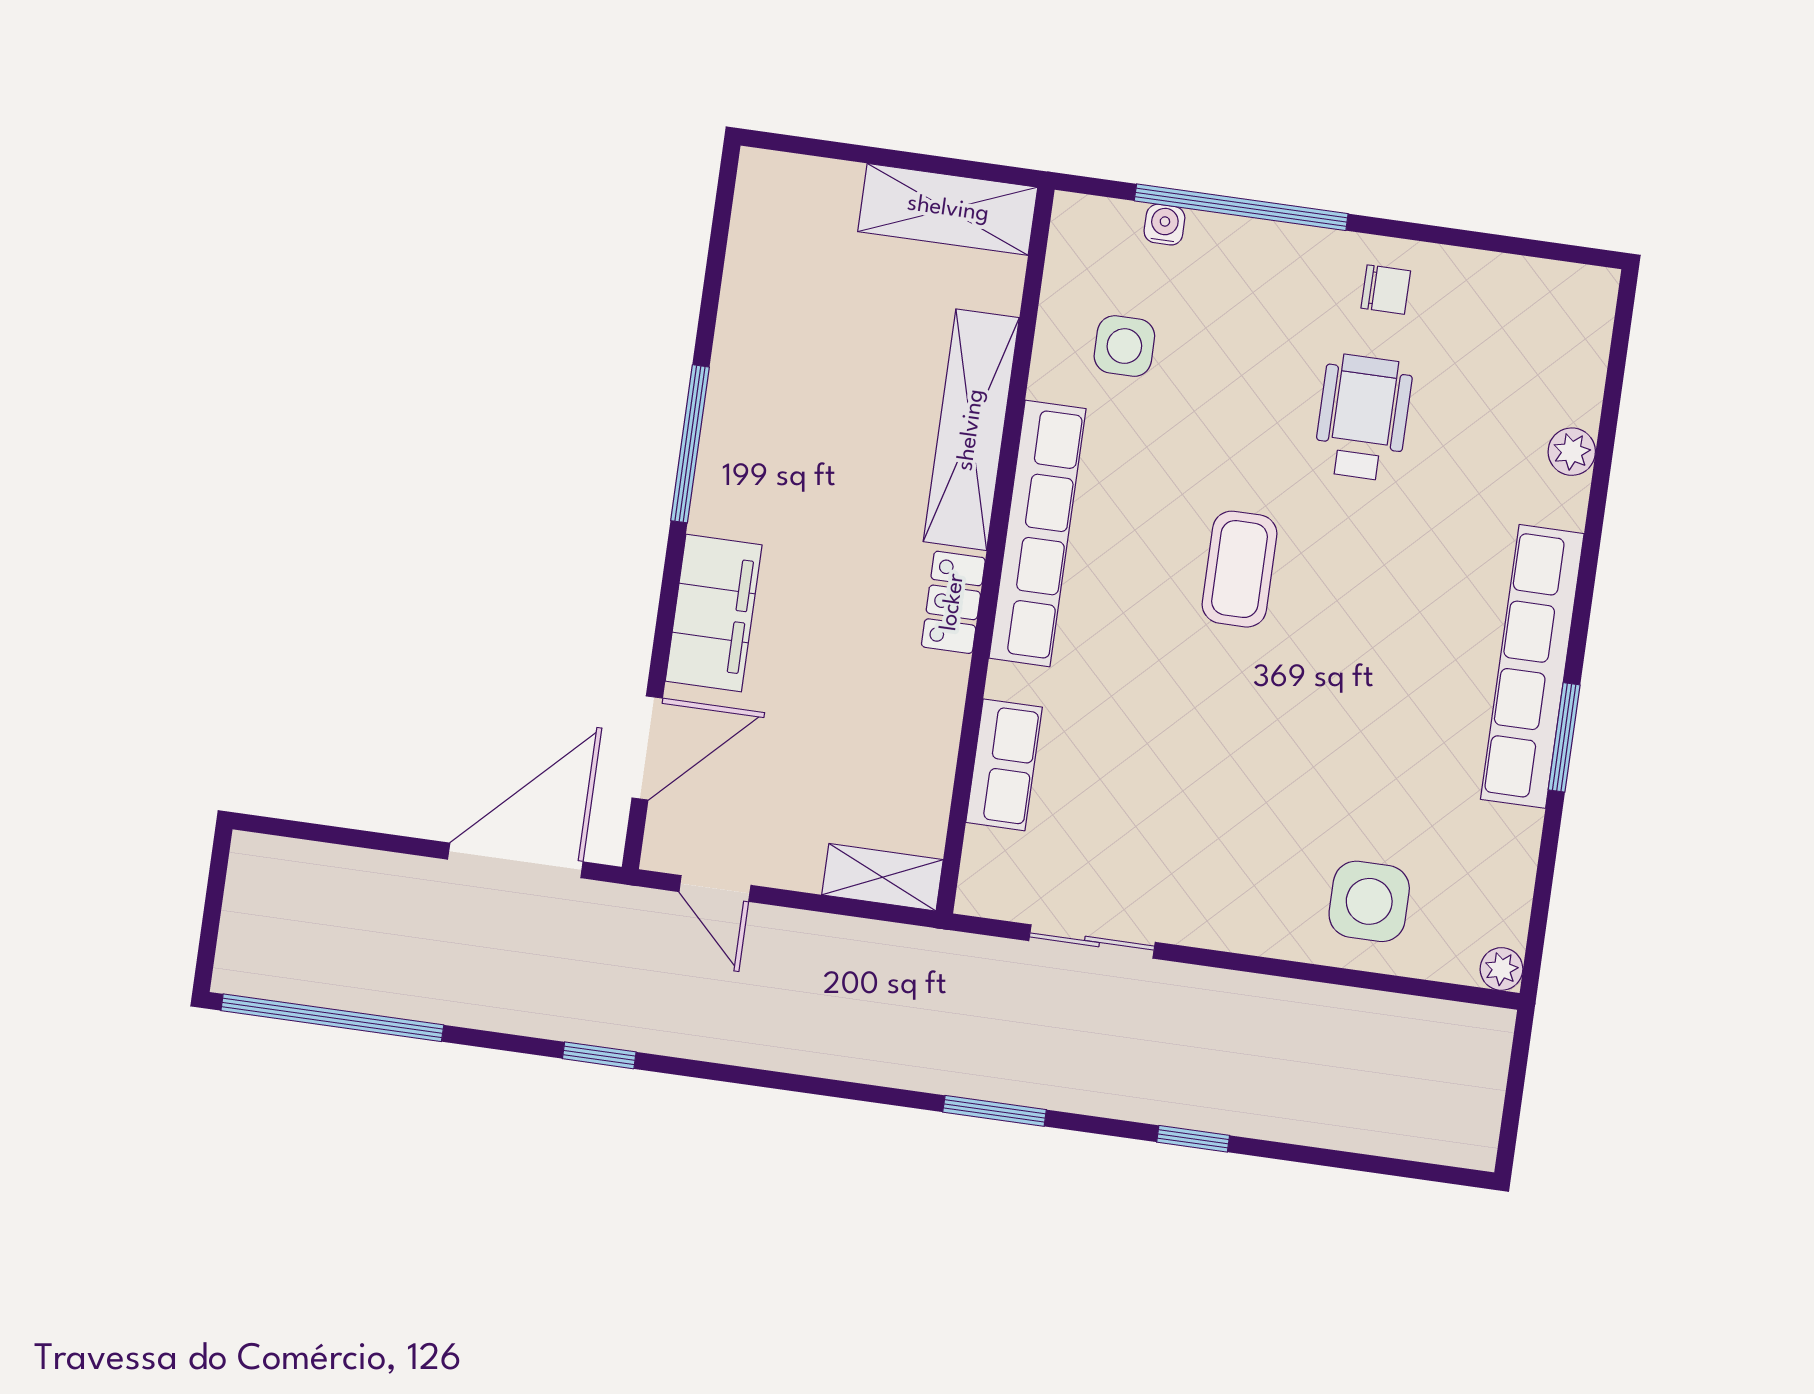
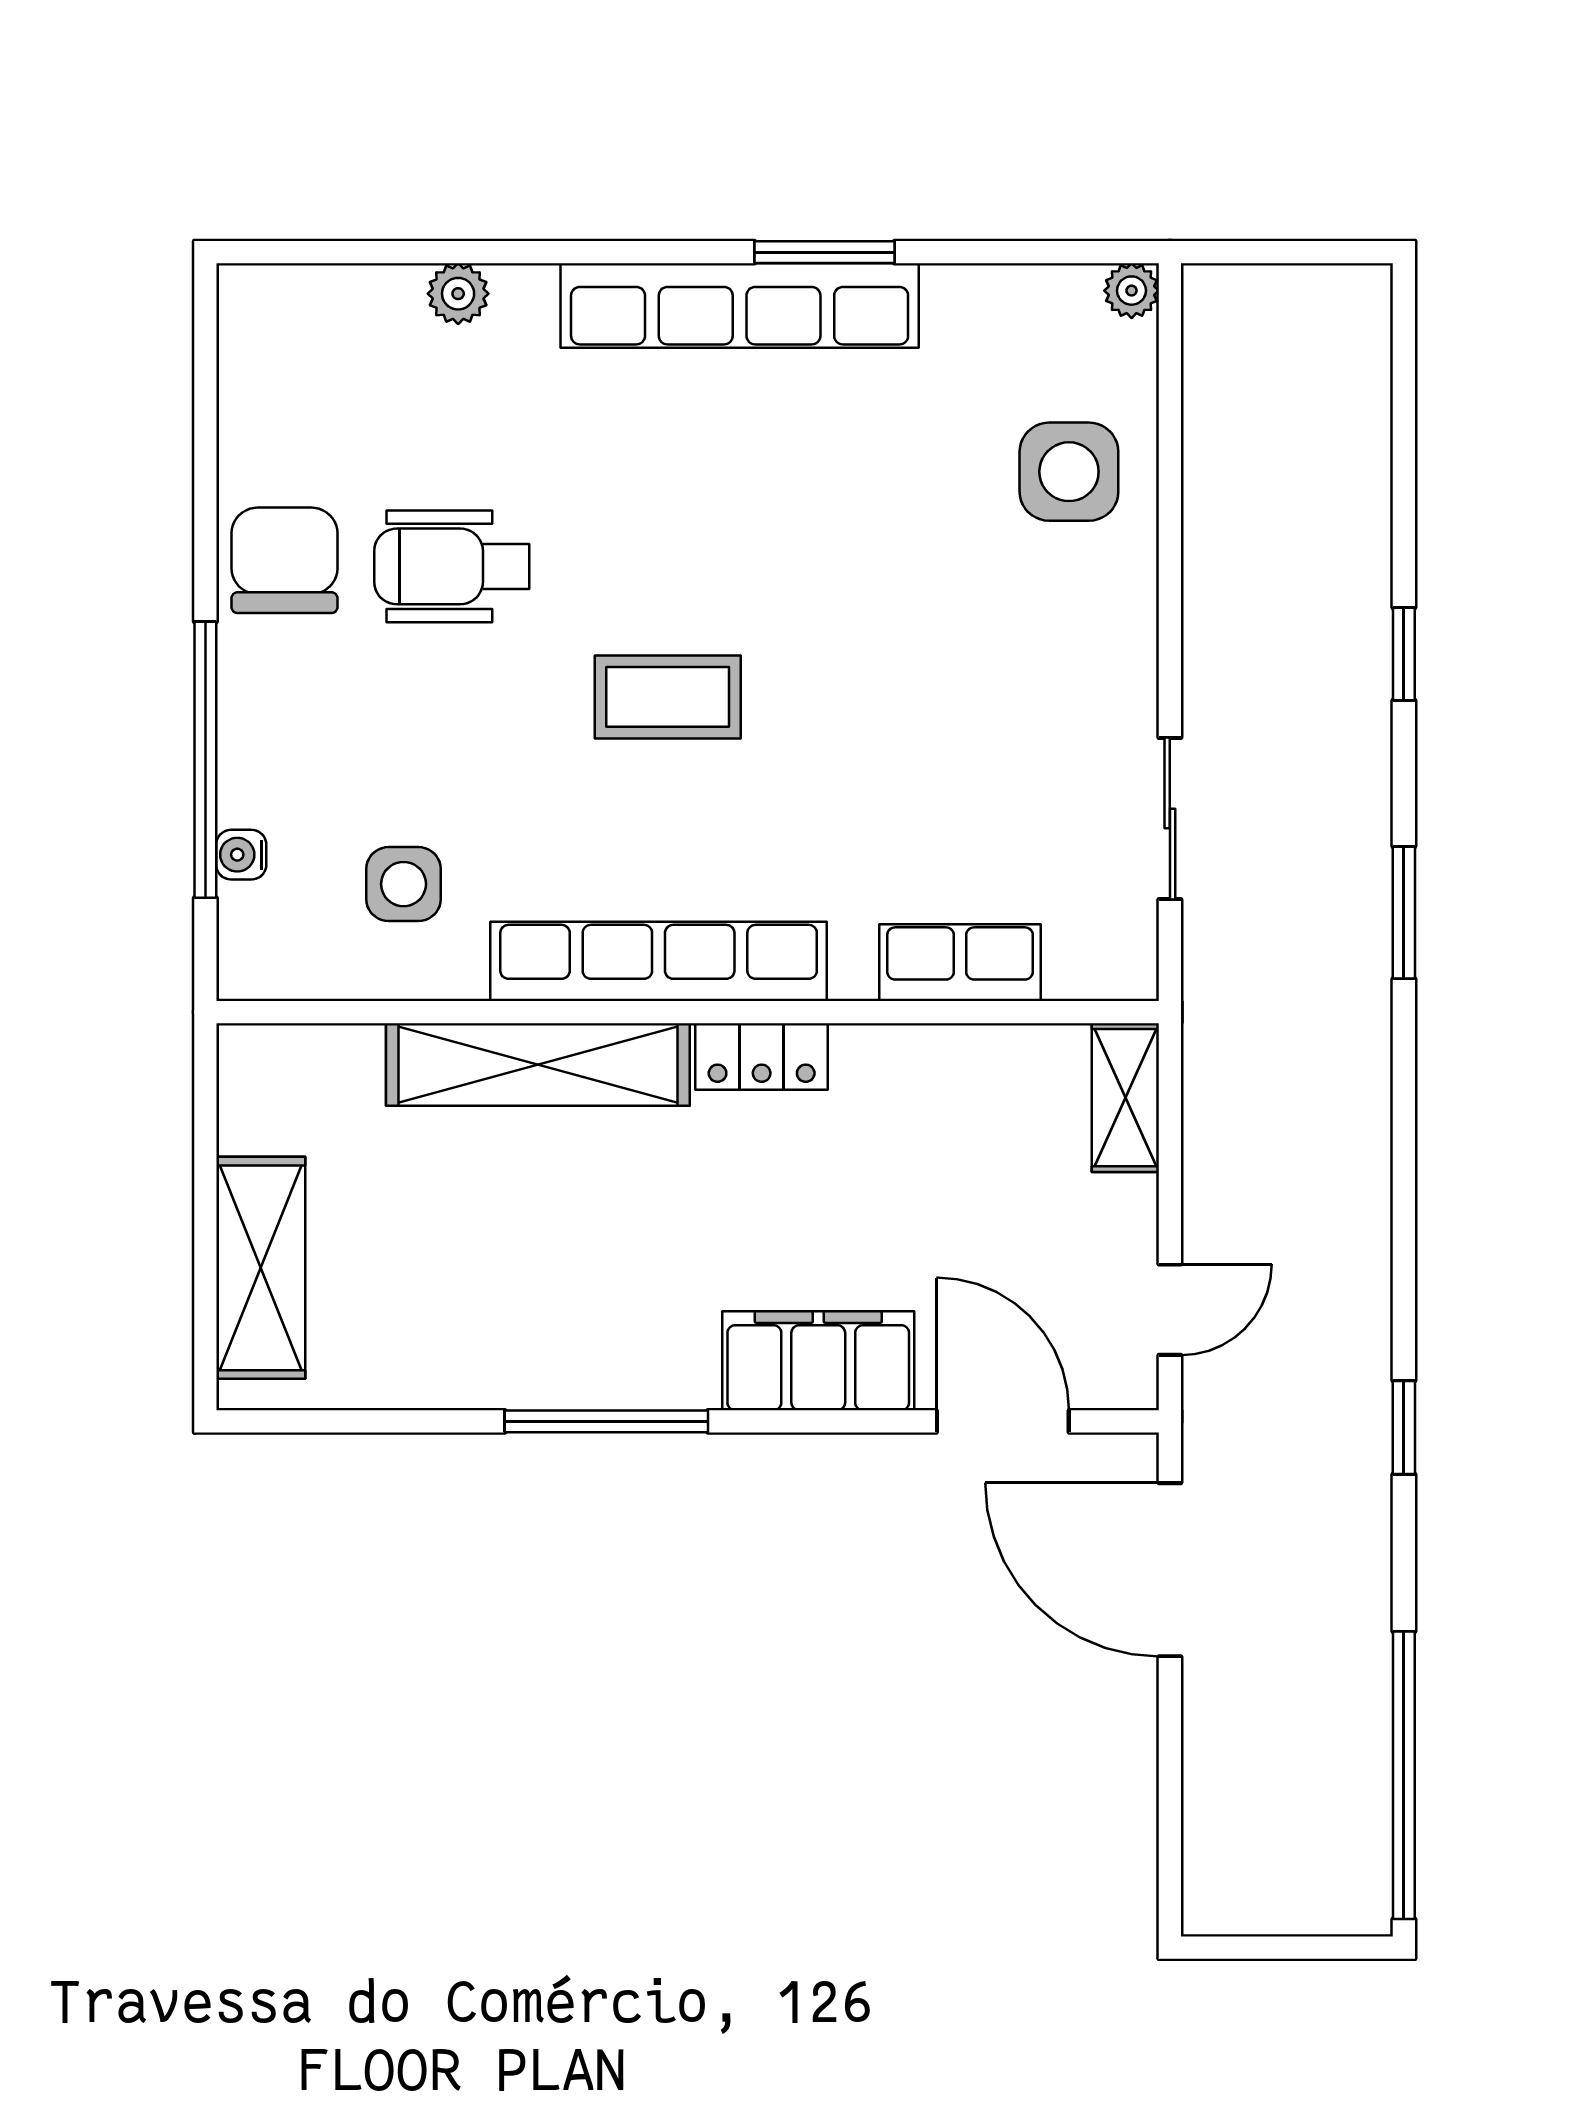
shelving: (948, 209) -> (261, 1268), moved
chair: (1386, 290) -> (284, 560), width x1.87, depth x1.87

